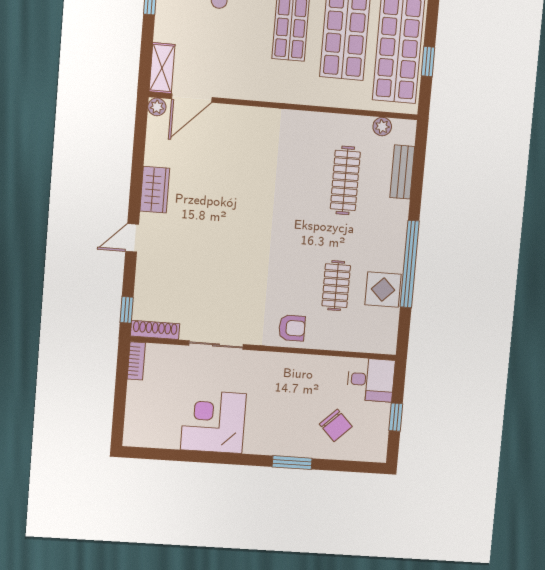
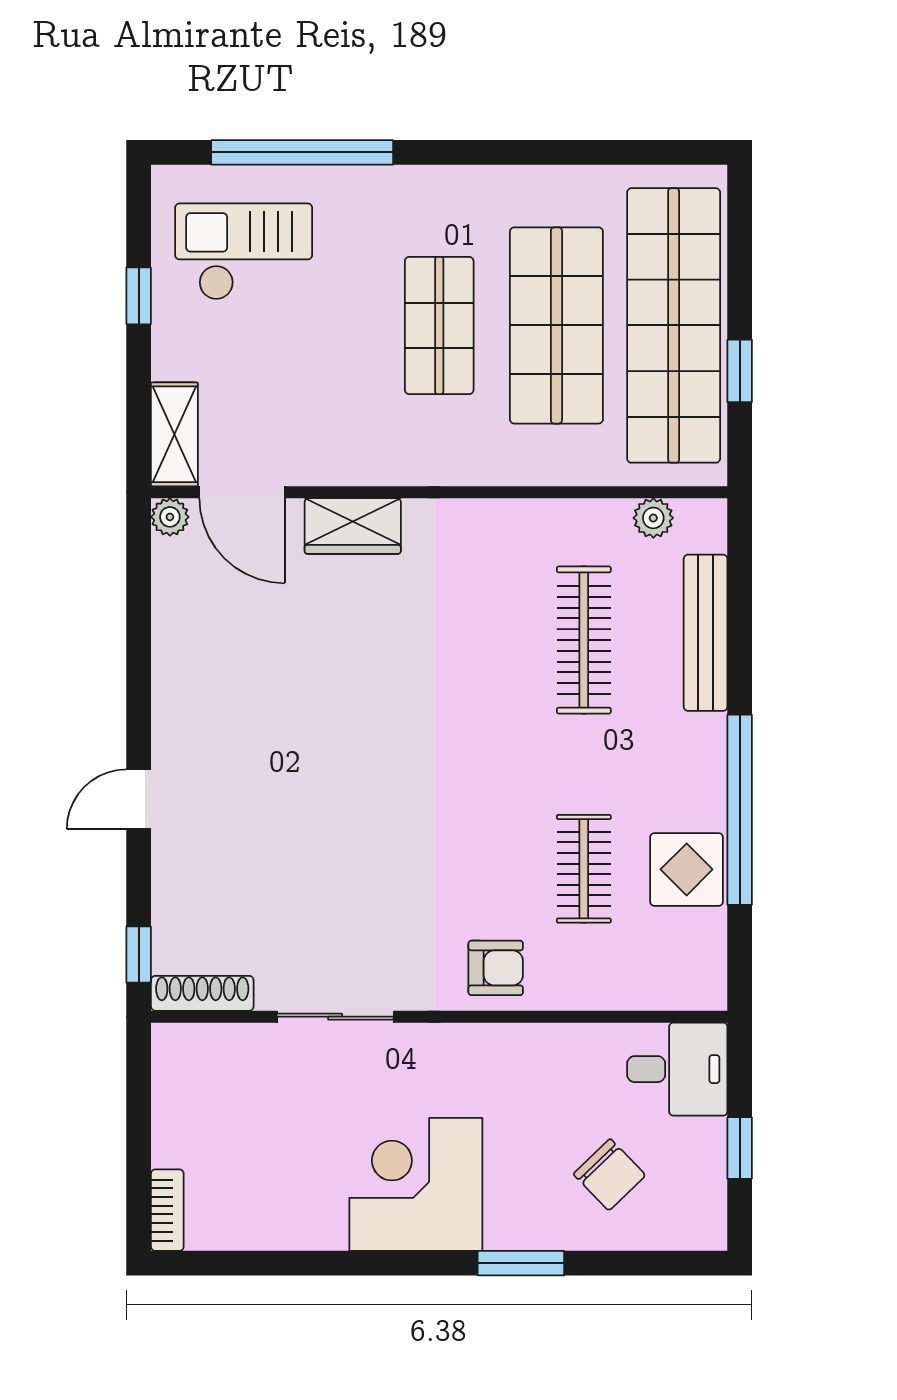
door: (192, 98) -> (242, 492), hinge flipped
bench: (402, 172) -> (706, 633), width x1.36
wardrobe: (155, 190) -> (353, 526), moved, turned 90
bookcase: (136, 361) -> (167, 1210), moved
corner desk: (213, 422) -> (416, 1184), moved

